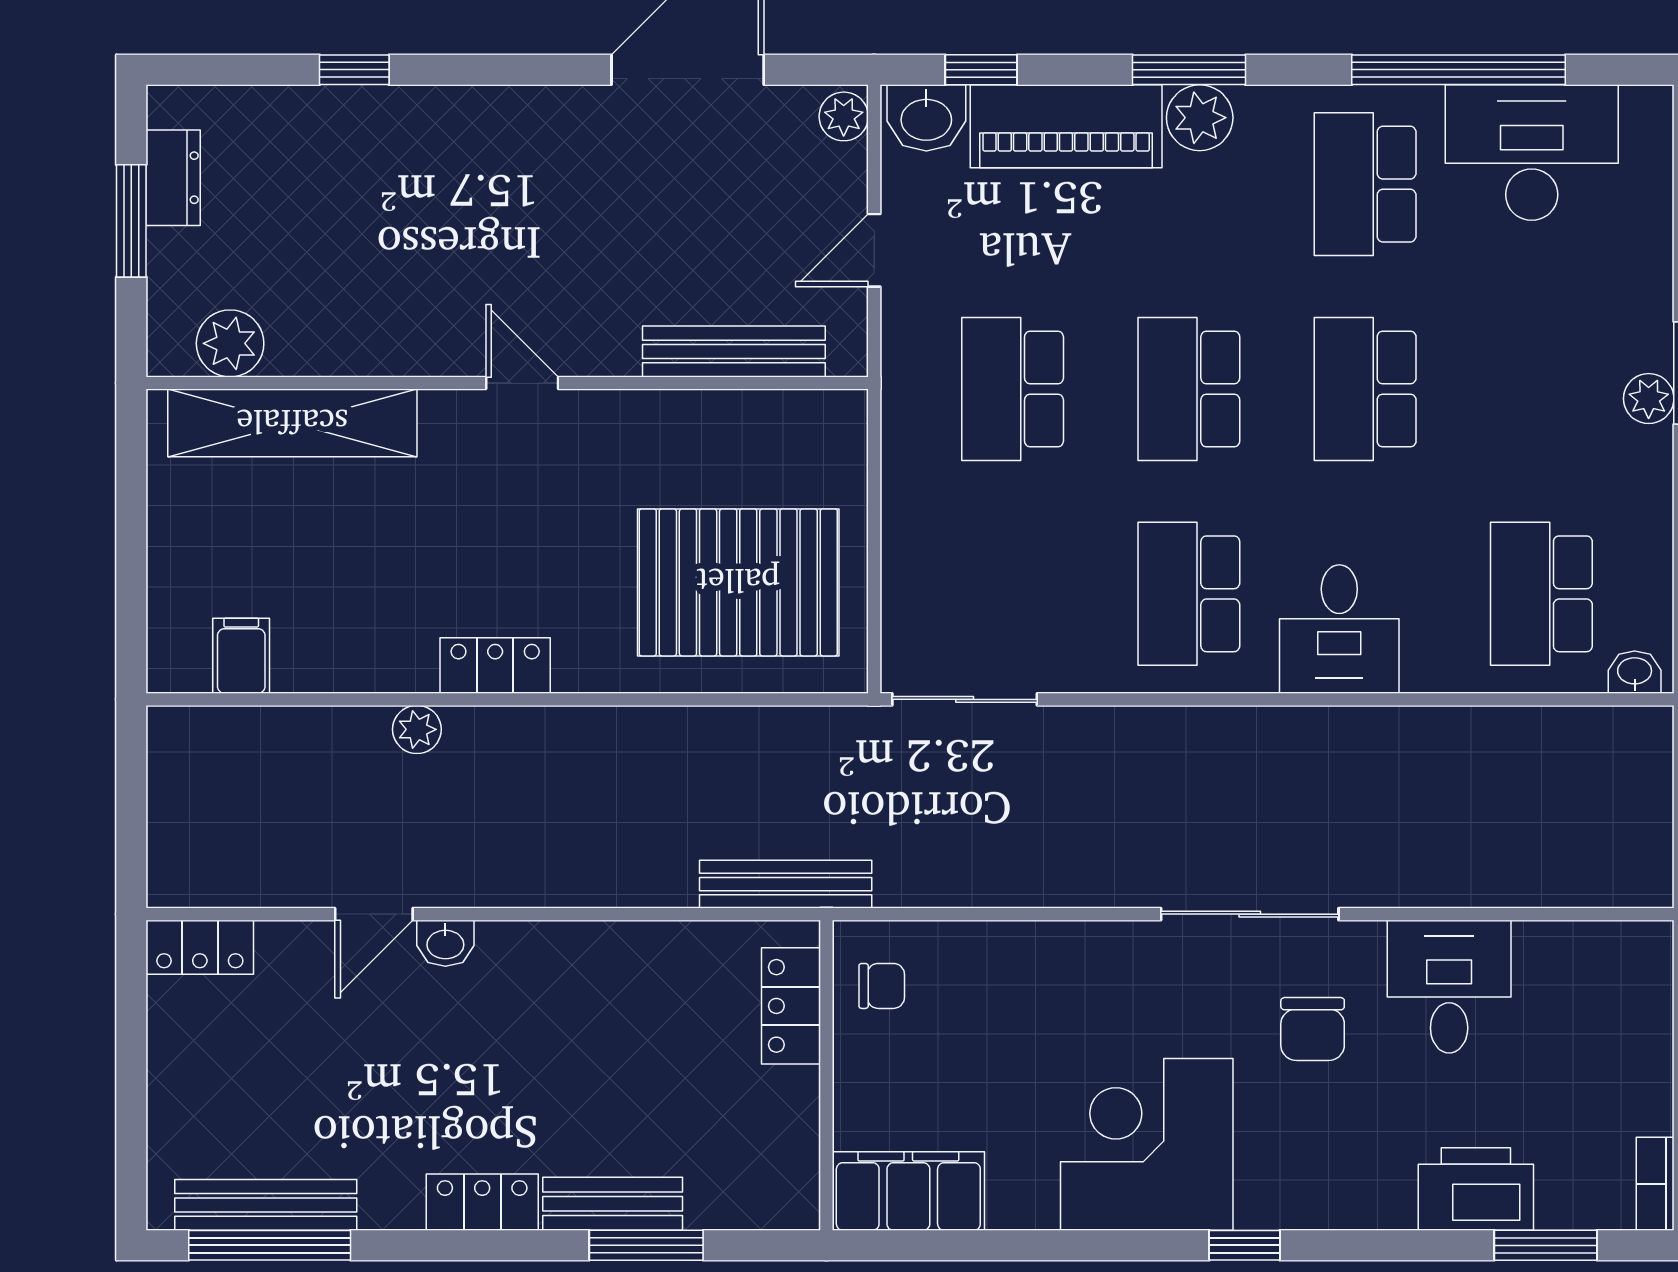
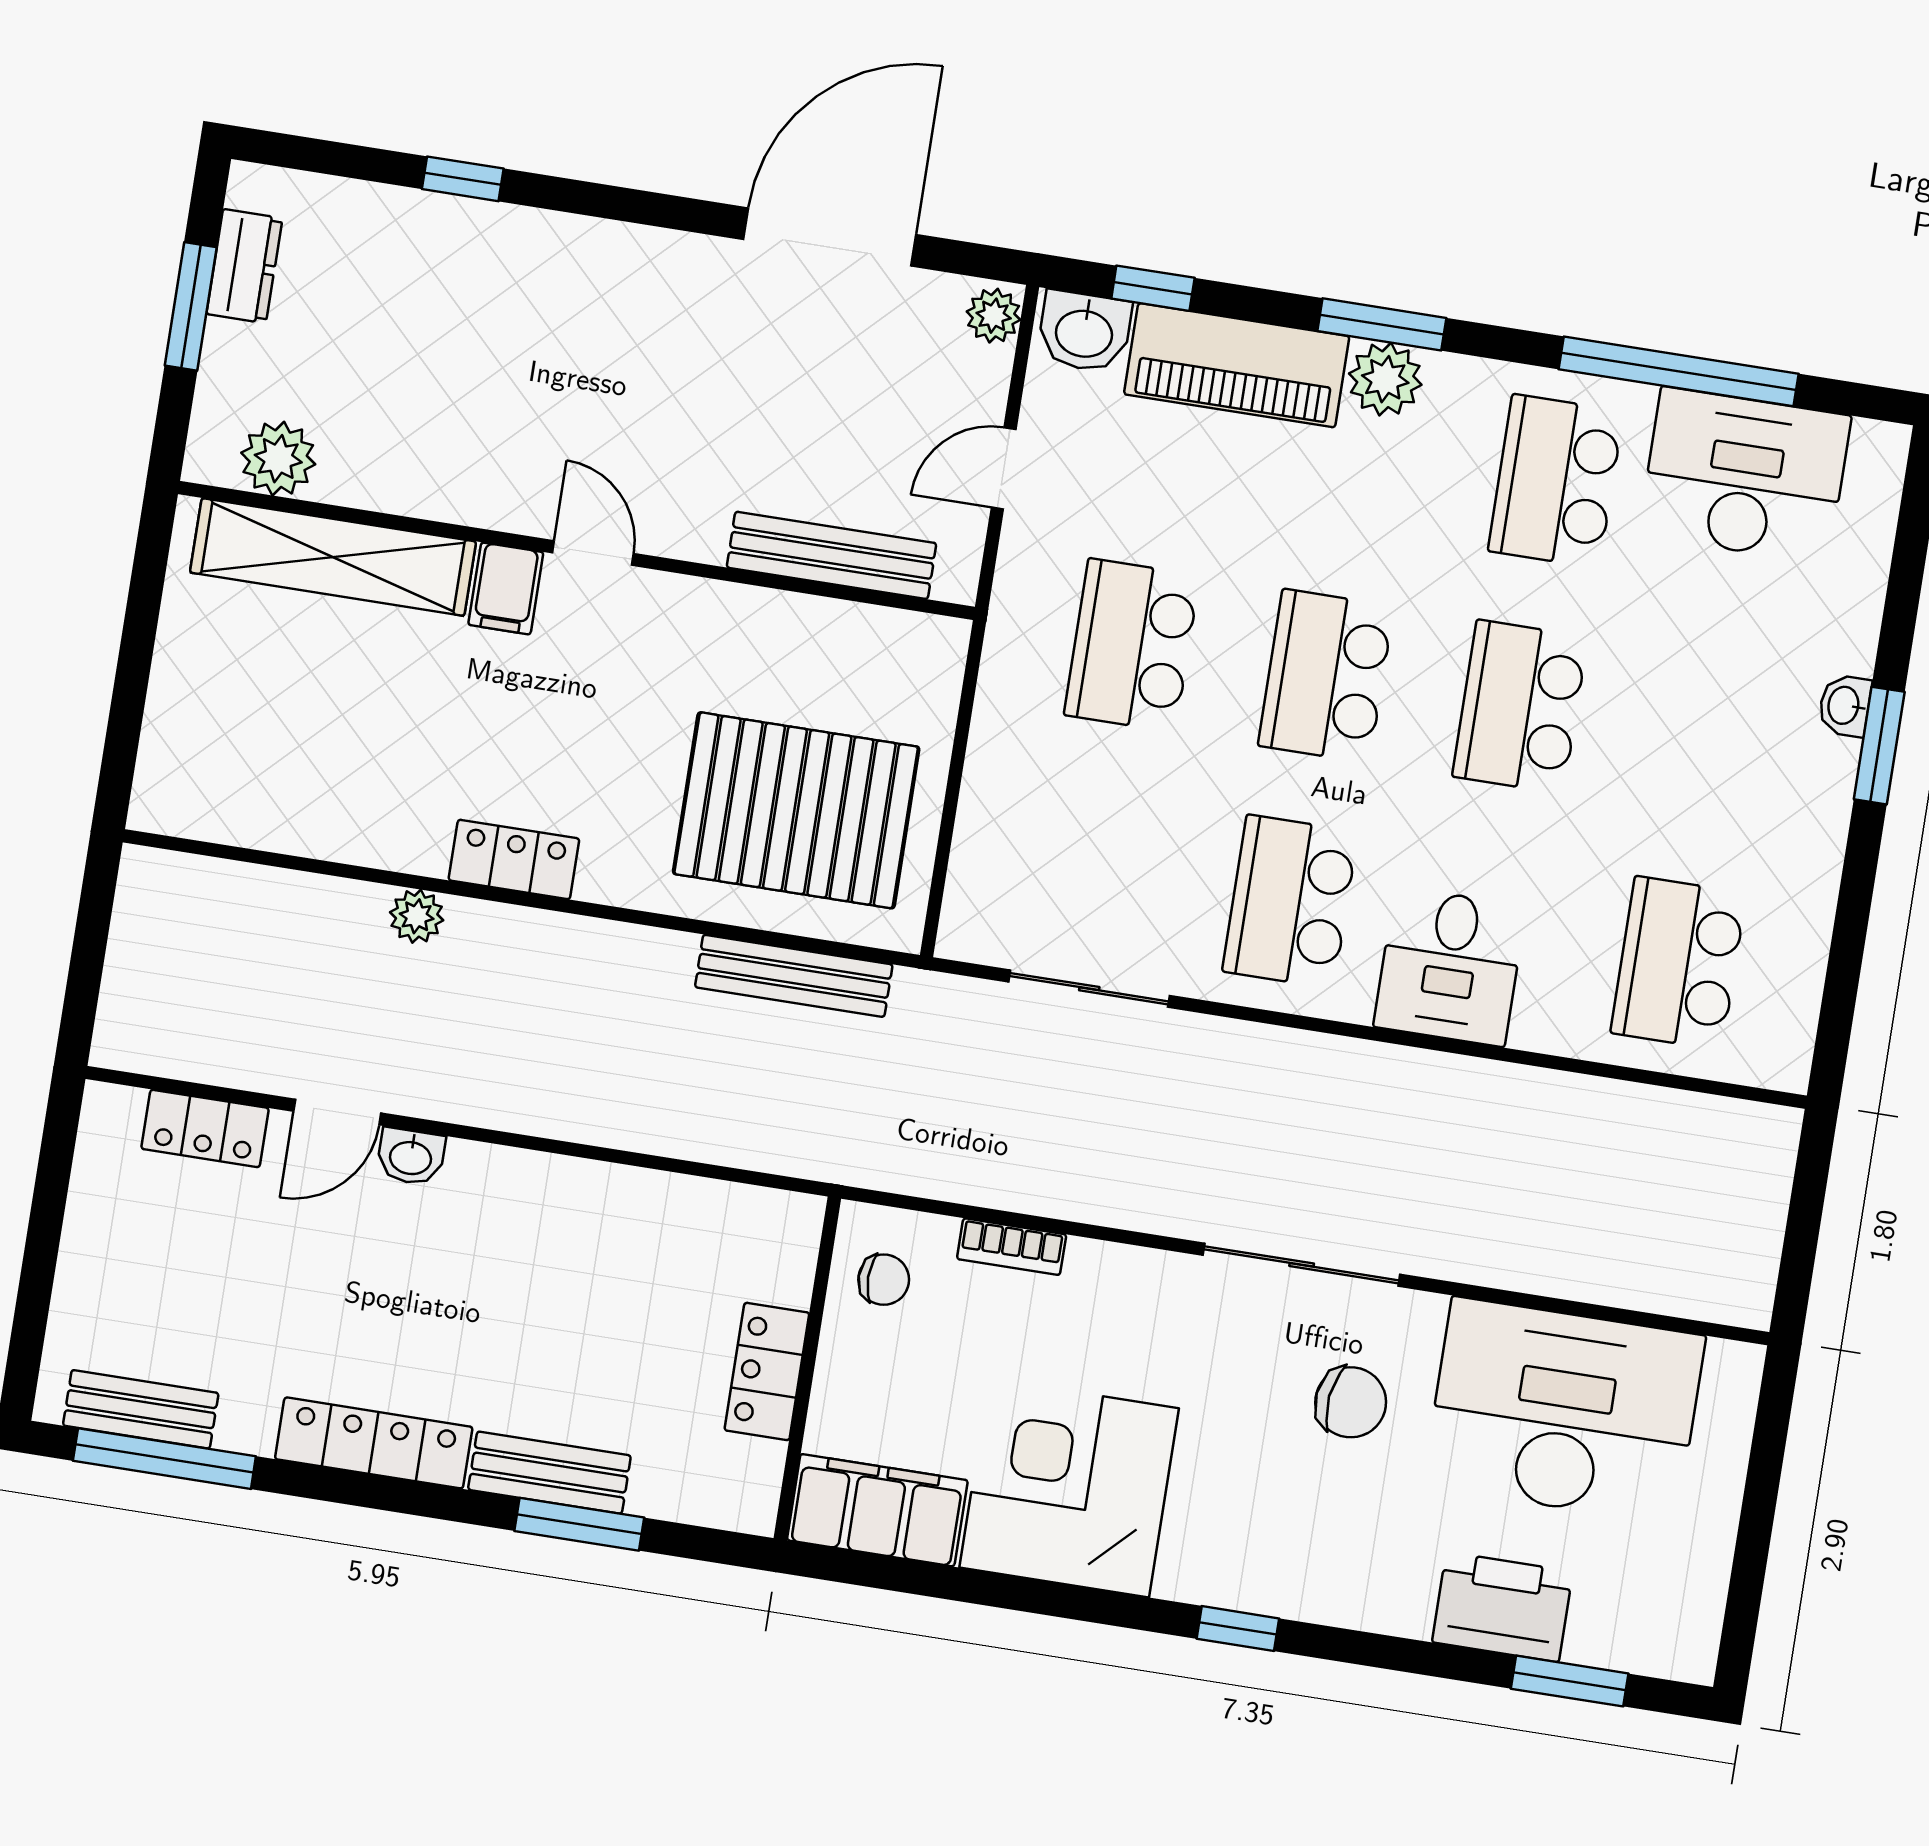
plant: (1649, 399) -> (1831, 767), removed
filing cabinet: (241, 656) -> (506, 588), moved, turned 180
washbasin: (1635, 672) -> (1845, 706), moved, turned -90
sliding door: (965, 699) -> (1089, 989), moved
bench: (786, 884) -> (794, 976), moved
locker: (200, 947) -> (205, 1128), moved
desk: (1449, 987) -> (1564, 1411), width x1.87, depth x1.30
locker: (791, 1006) -> (767, 1371), moved
chair: (1313, 1029) -> (1351, 1402), turned -83
corner desk: (1147, 1144) -> (1069, 1488), moved
bookcase: (1655, 1184) -> (1012, 1247), moved, turned -90
locker: (482, 1202) -> (374, 1443), width x1.53
bench: (266, 1205) -> (141, 1409), width x0.73

